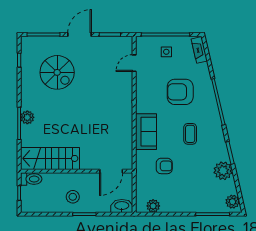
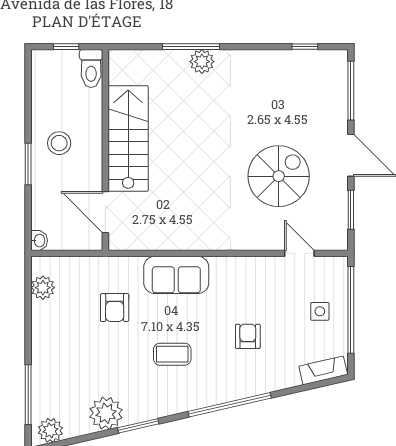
spiral stairs: (57, 72) -> (279, 176), moved, turned 180
armchair: (180, 92) -> (248, 336), width x0.53, depth x0.53
stairs: (50, 158) -> (128, 138), moved
washbasin: (122, 206) -> (39, 241), width x0.52, depth x0.69

